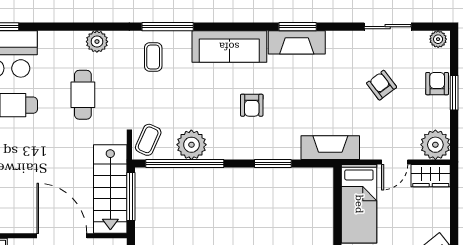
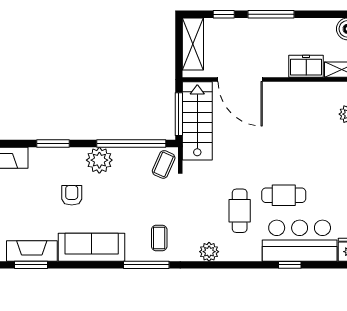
cafe table: (83, 95) -> (240, 211), moved
plant: (191, 145) -> (99, 160), moved

